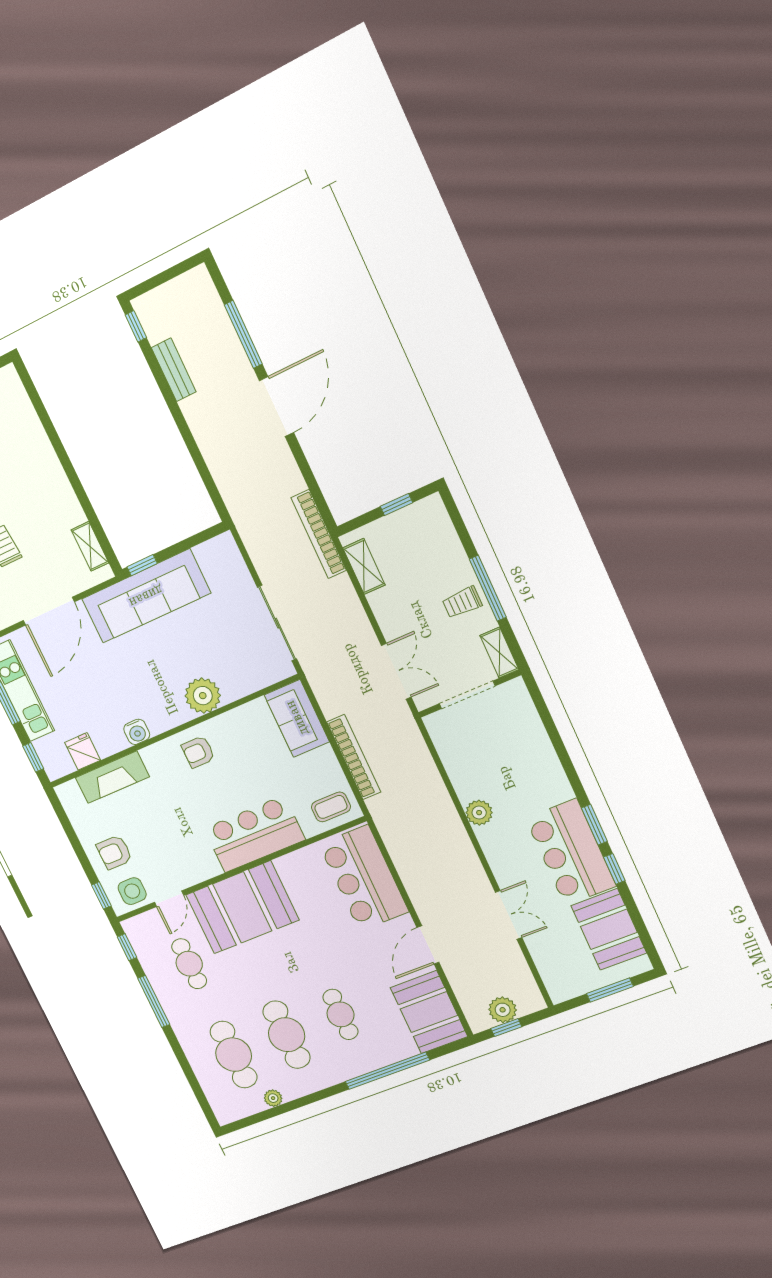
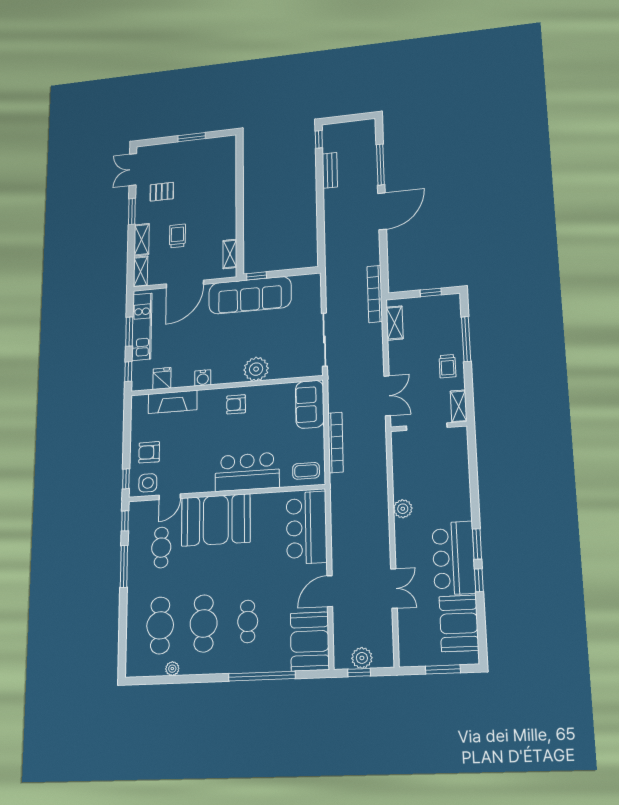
window: (488, 588) -> (466, 339), moved
trolley: (462, 602) -> (448, 366), turned -90

